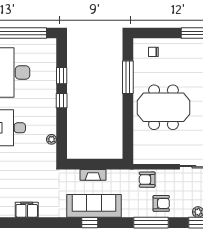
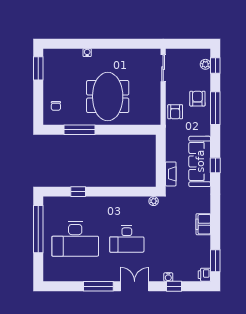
window: (62, 101) -> (101, 192), removed
plant: (51, 139) -> (154, 201), moved
fireplace: (93, 175) -> (171, 174), moved

